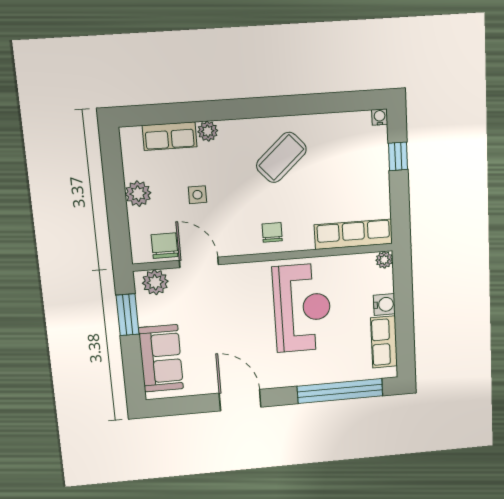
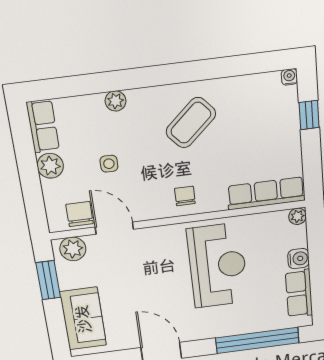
row of seats: (170, 136) -> (43, 126), moved, turned -90

